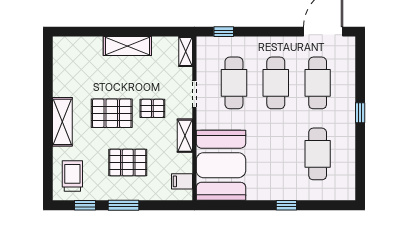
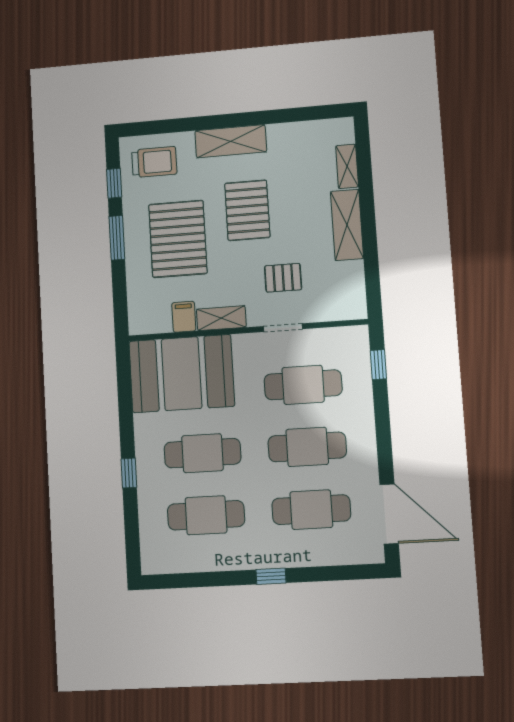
shelving: (186, 52) -> (347, 166), moved, turned 90
pallet: (152, 108) -> (283, 278), moved, turned 90
cafe table: (276, 154) -> (202, 453), added
pallet: (128, 163) -> (178, 239), width x1.37, depth x1.41
filing cabinet: (182, 181) -> (184, 317), moved

